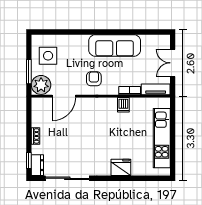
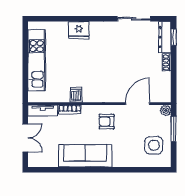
armchair: (94, 79) -> (107, 122), turned 90
plant: (41, 85) -> (166, 110), width x0.53, depth x0.53
dresser: (37, 165) -> (165, 37), width x1.44
sliding door: (67, 178) -> (134, 19), width x0.73

